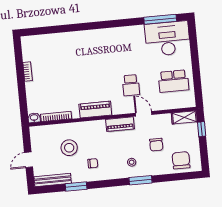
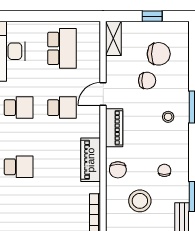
school desk: (128, 54) -> (19, 108), added
school desk: (85, 58) -> (19, 167), added
window: (202, 129) -> (152, 16), moved
chair: (90, 130) -> (118, 170), added
chair: (181, 160) -> (159, 54), moved, turned 180

